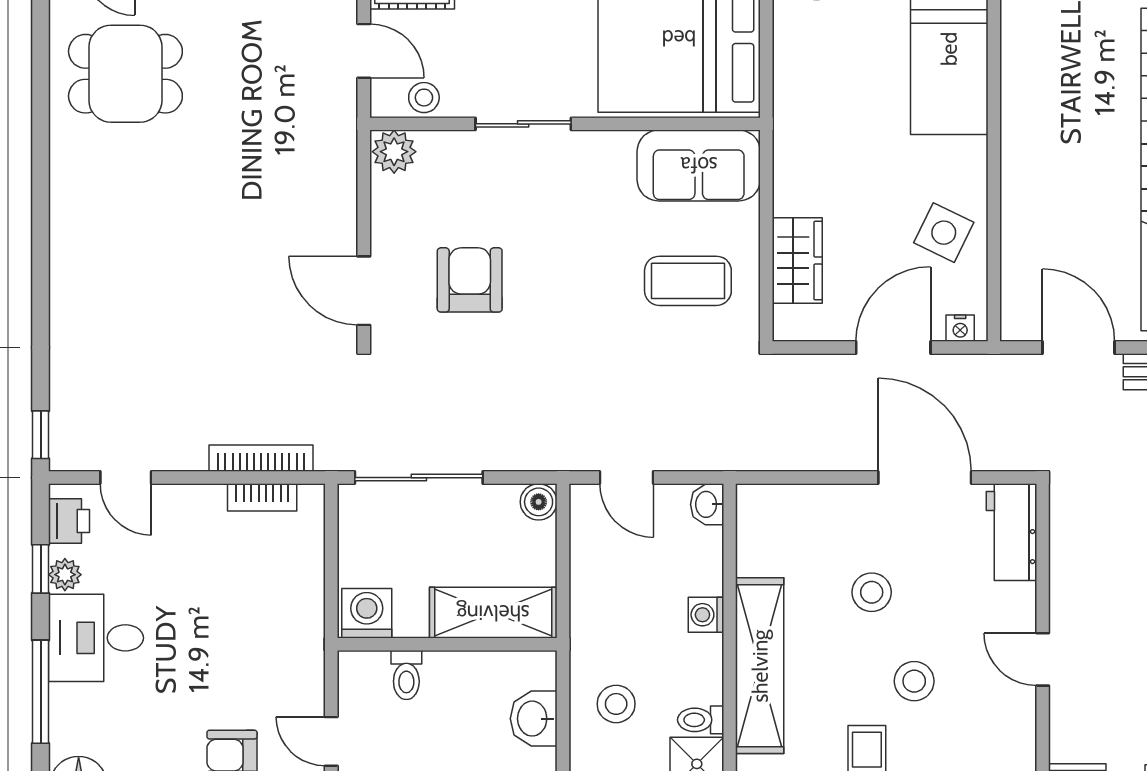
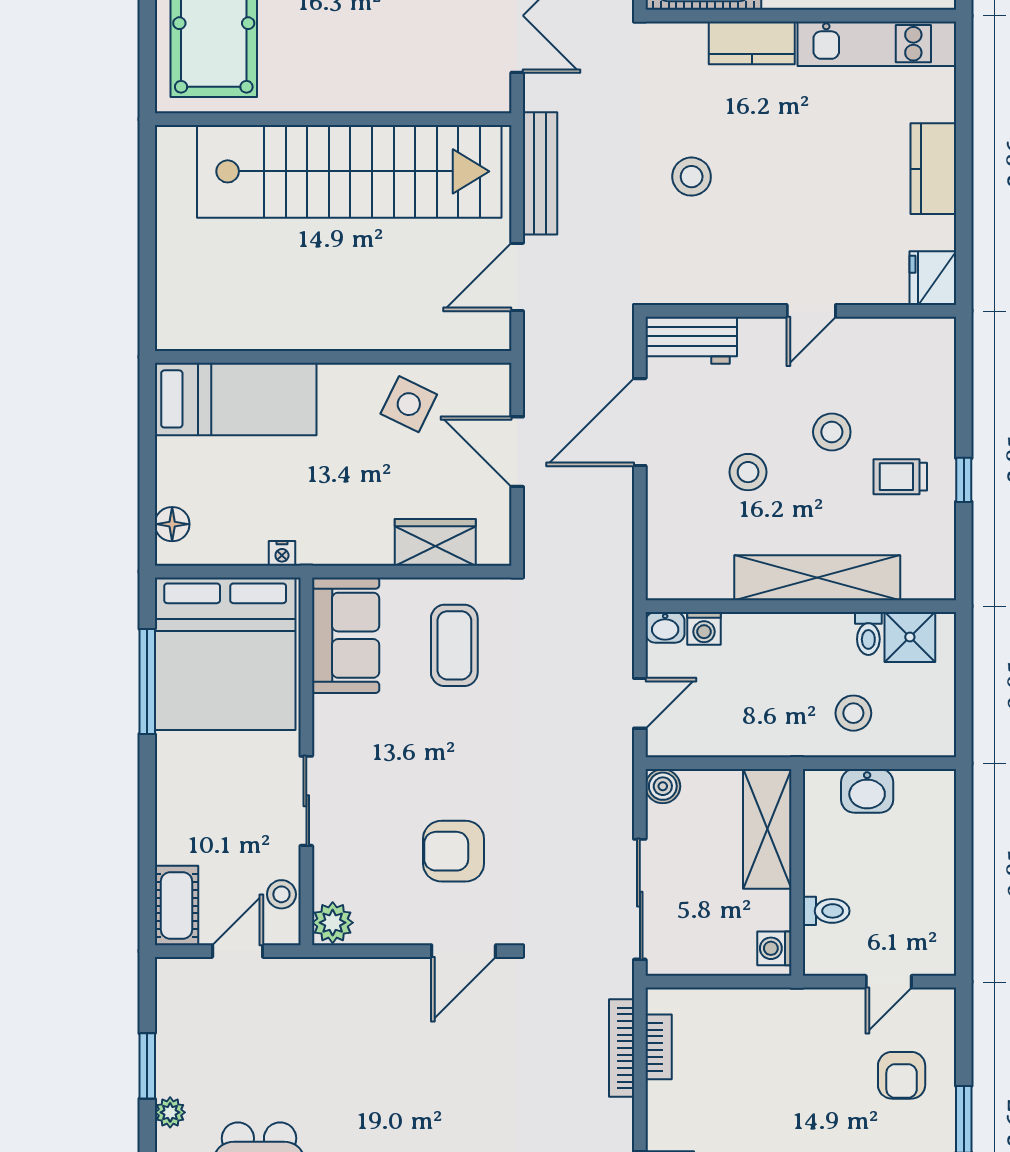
nightstand: (960, 328) -> (282, 553), moved, turned 90
washing machine: (367, 613) -> (774, 948), width x0.73, depth x0.73
washing machine: (706, 615) -> (704, 628), moved

